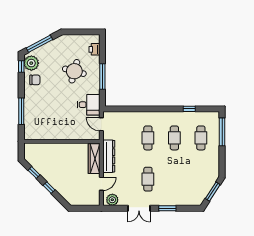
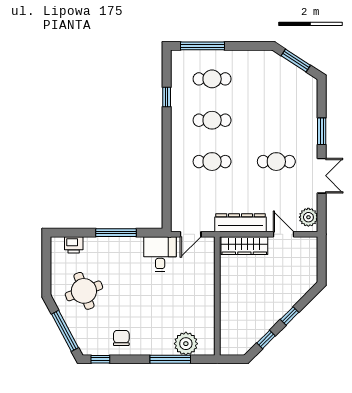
plant: (31, 63) -> (186, 344), moved
round table: (74, 71) -> (84, 291), moved, turned -35

